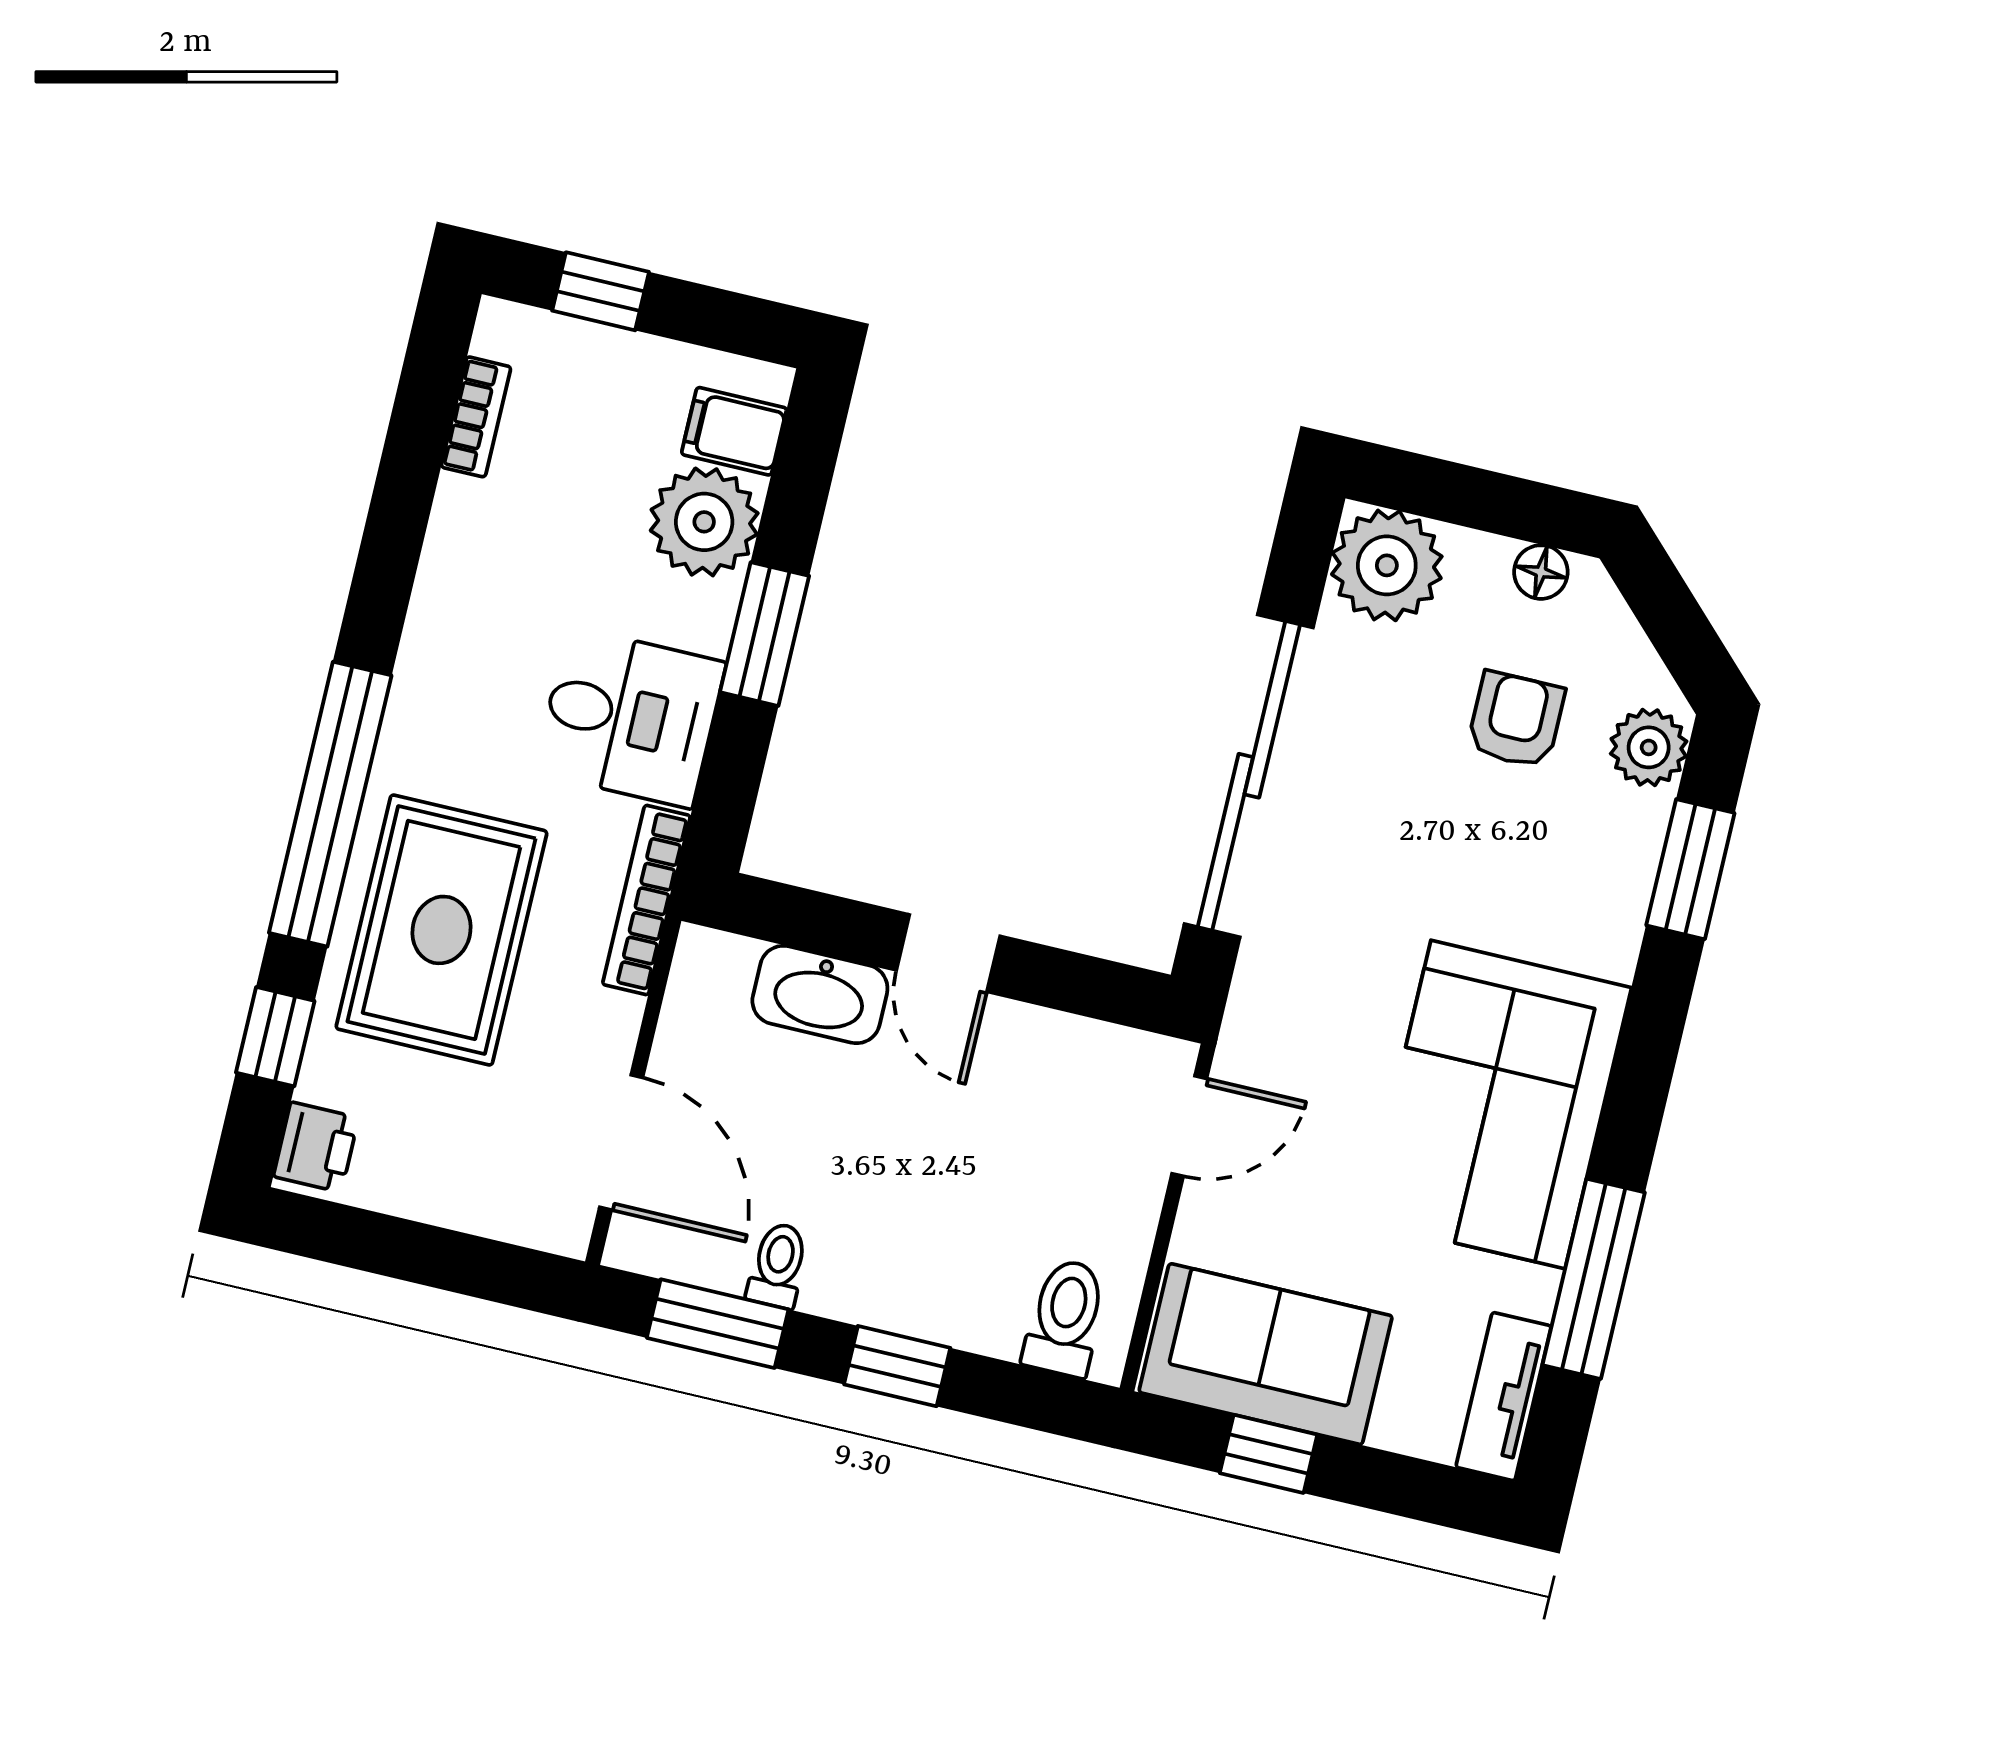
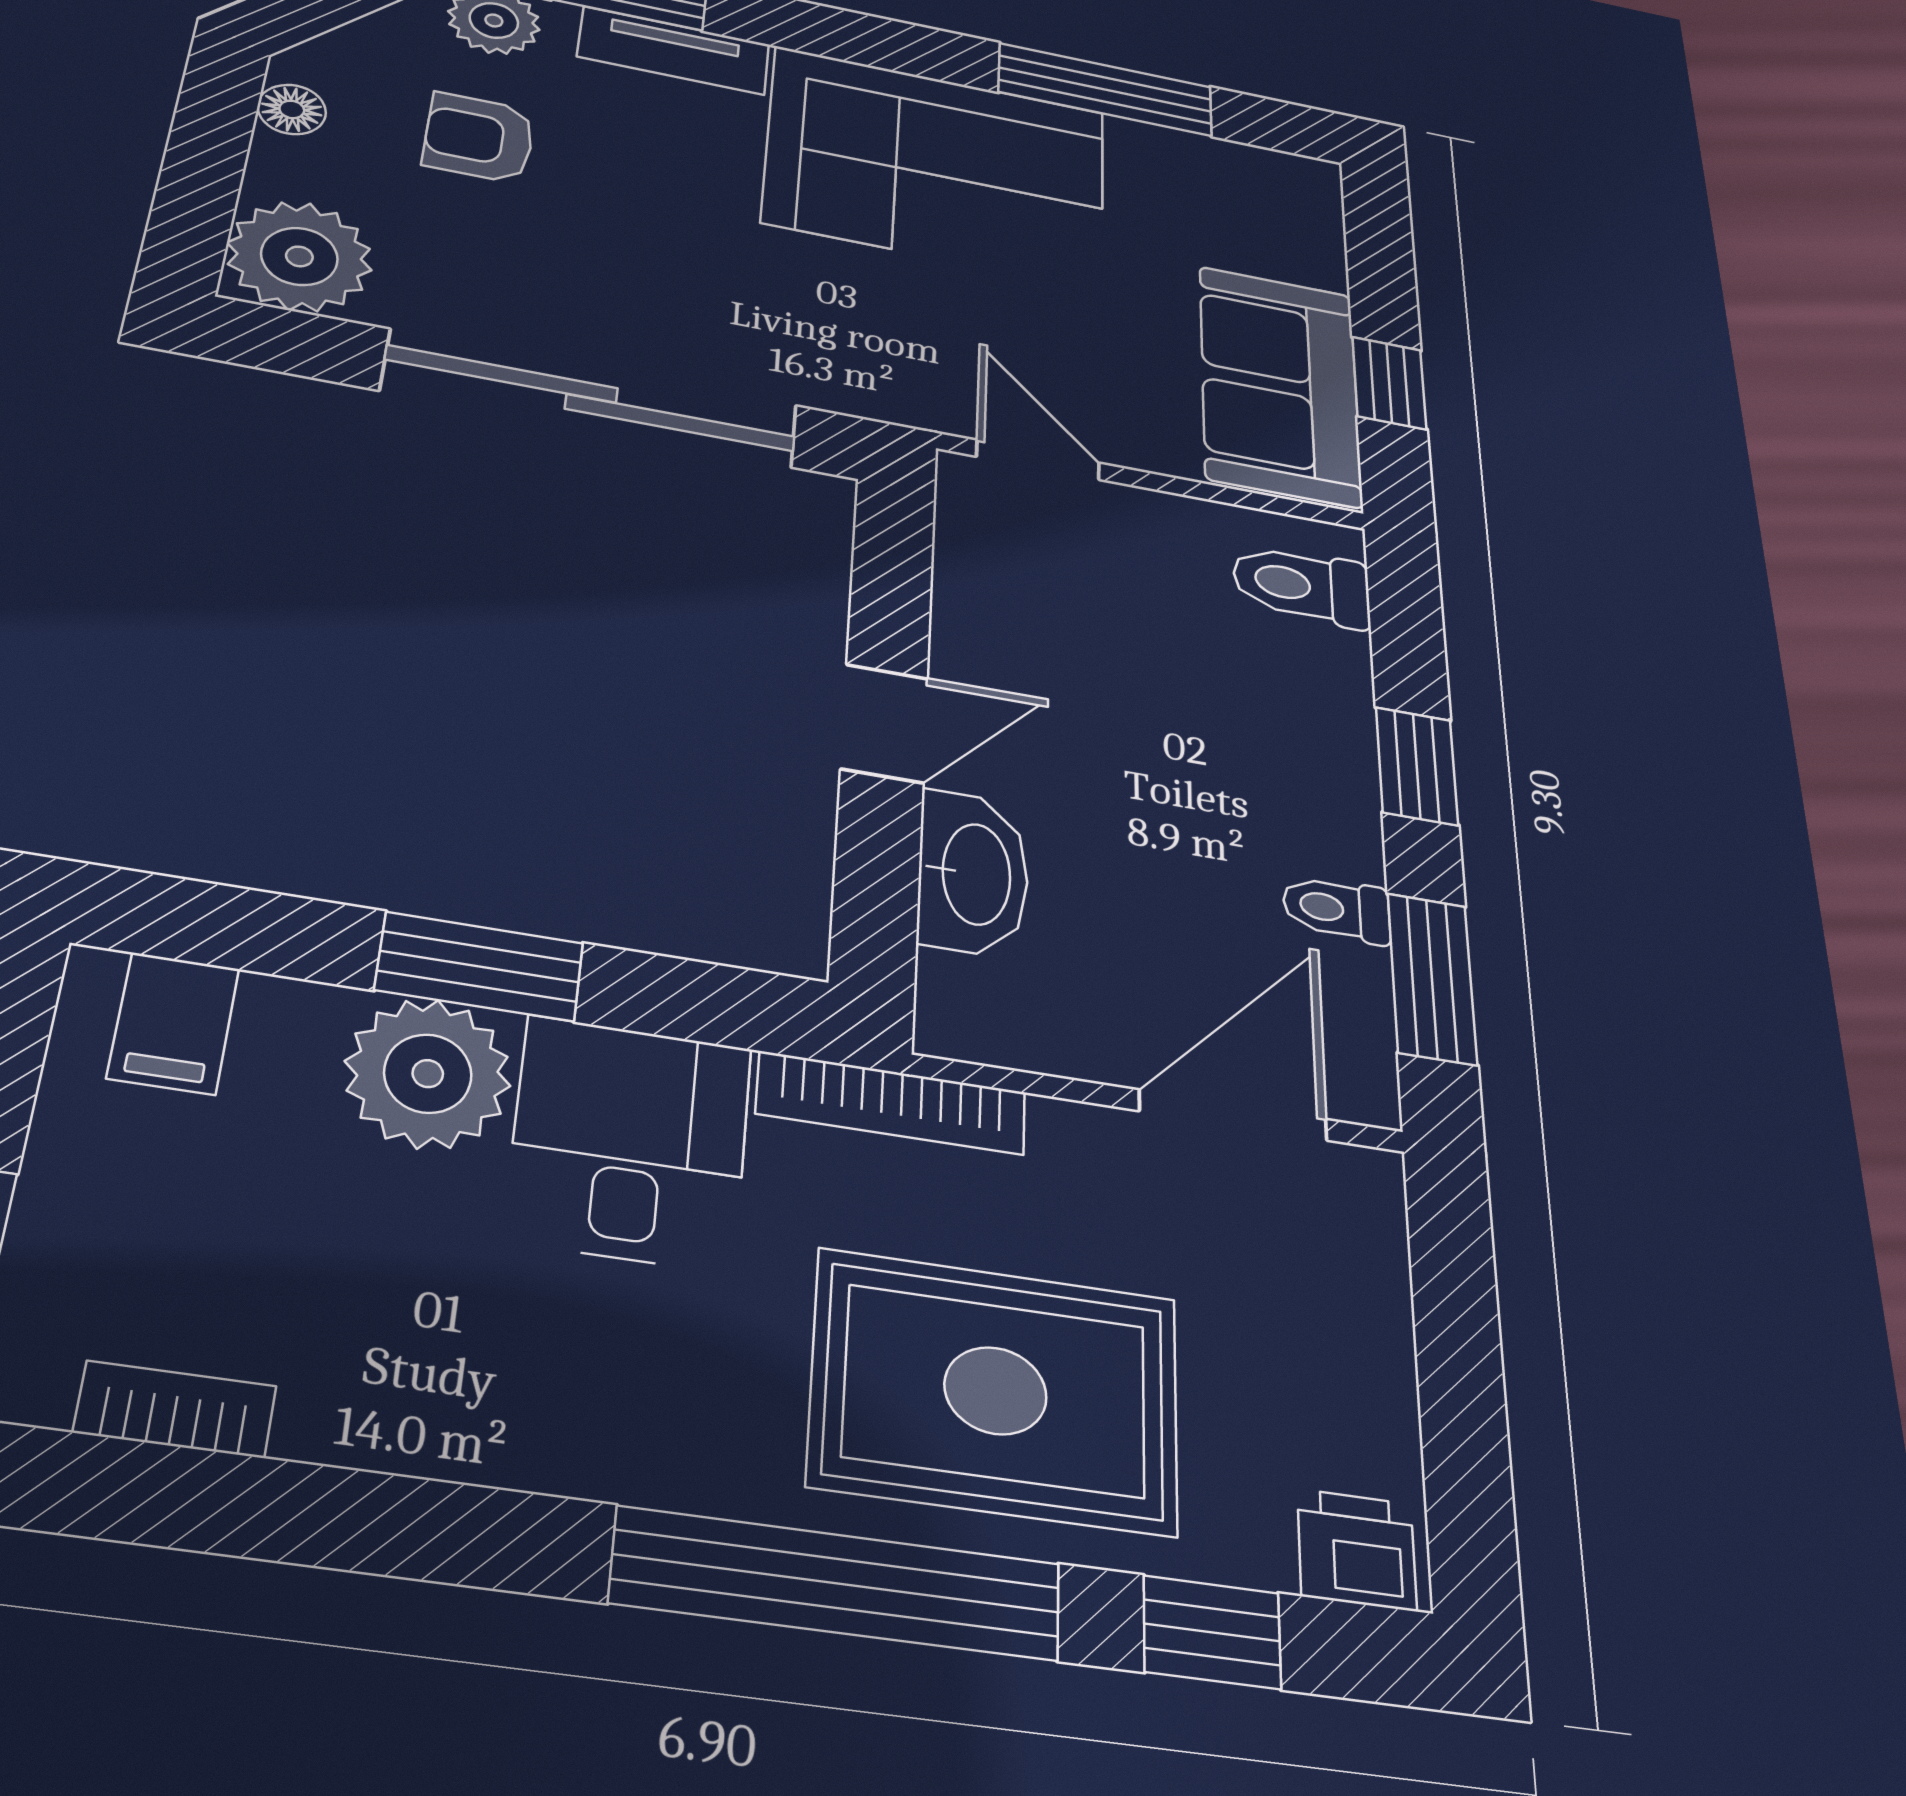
plant: (704, 522) -> (428, 1074), moved
tv unit: (1504, 1397) -> (674, 51), moved

